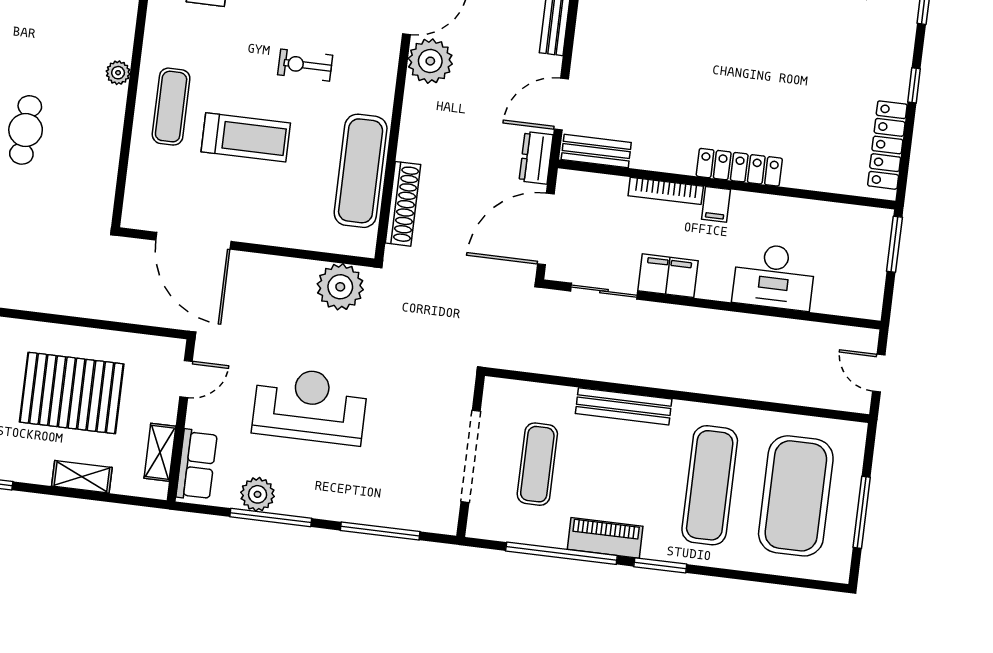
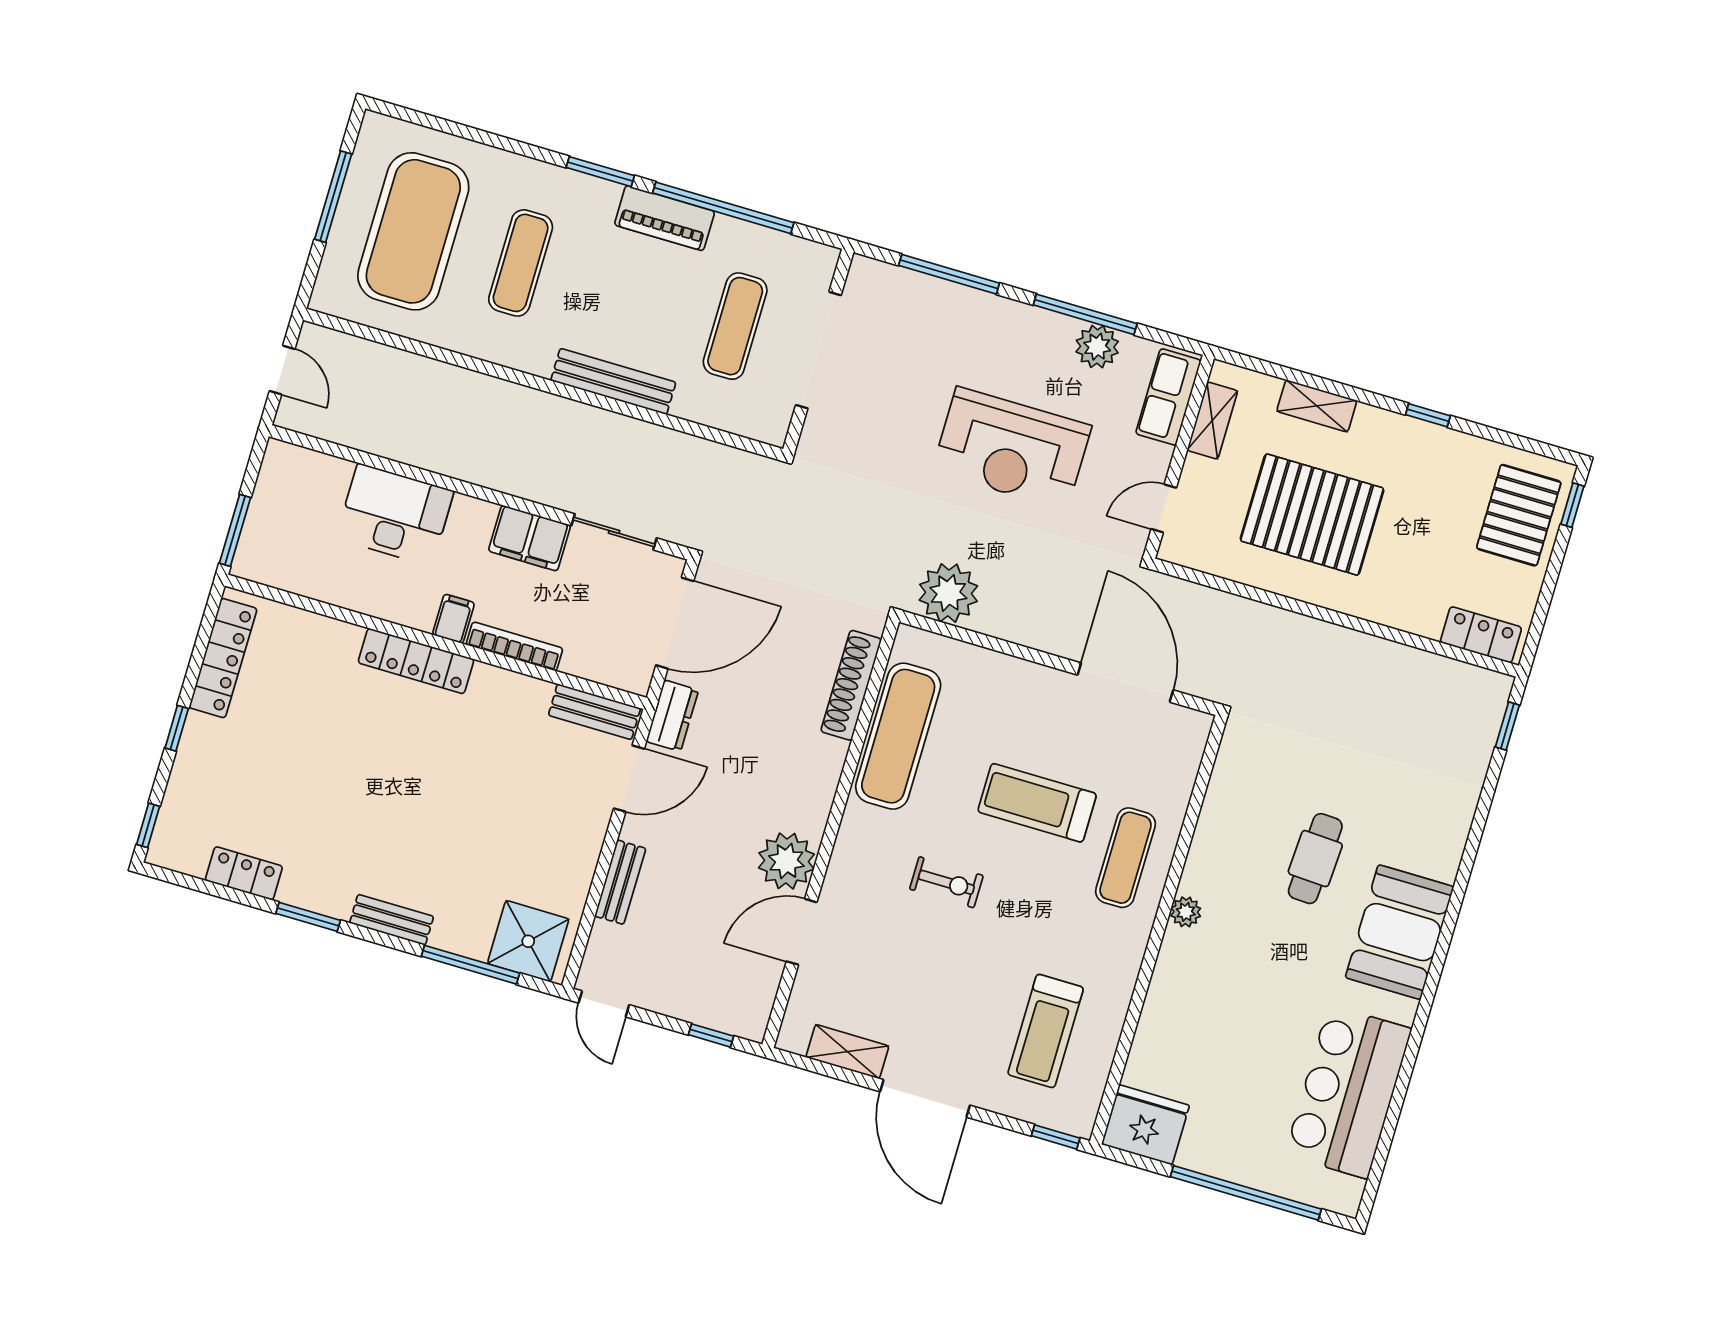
exercise mat: (710, 485) -> (521, 263), width x0.73, depth x0.69

